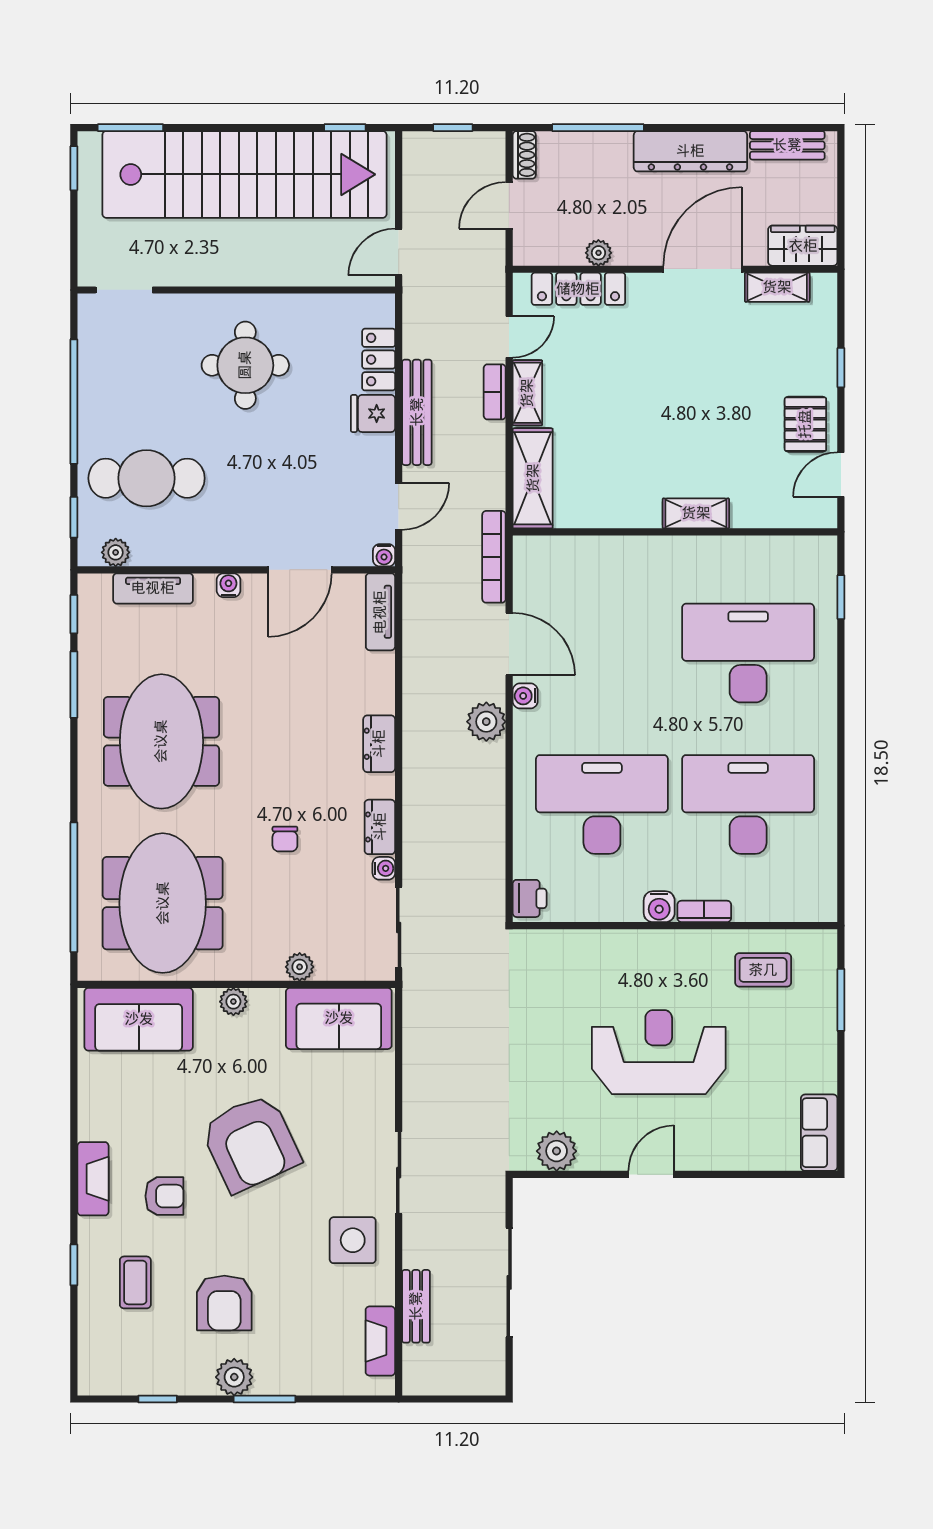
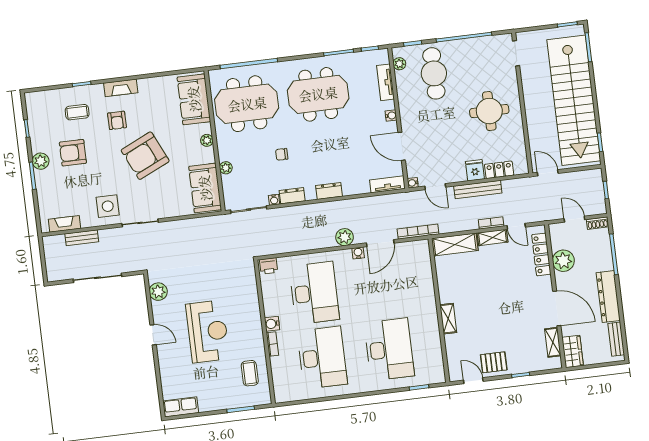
plant: (598, 253) -> (563, 261), width x1.88, depth x1.88

